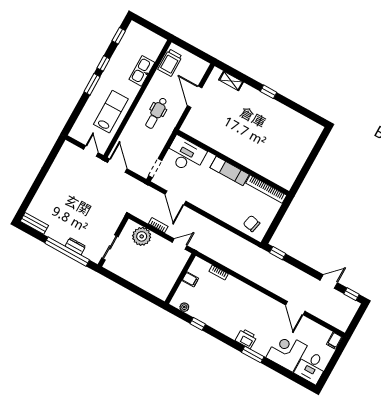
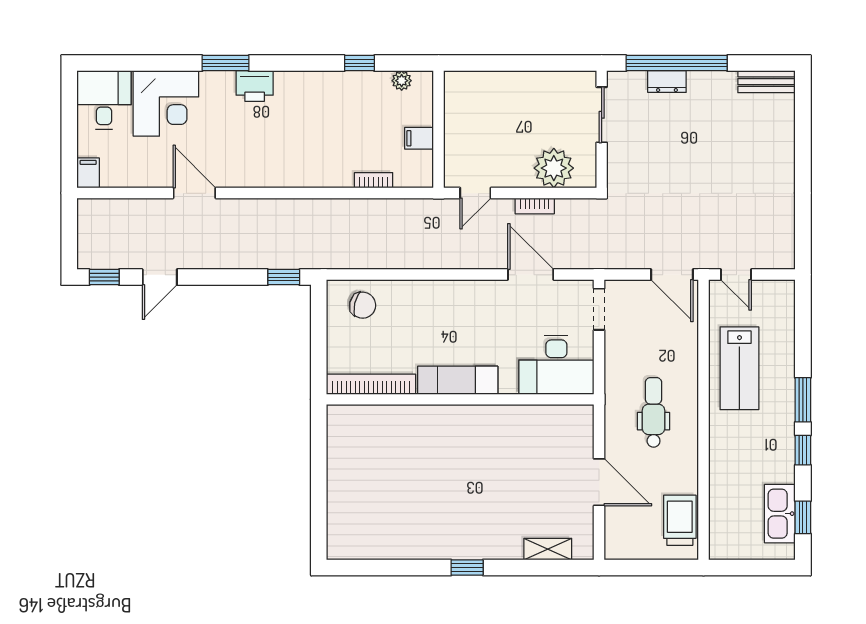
kitchen sink: (142, 71) -> (780, 514), moved, turned 180

